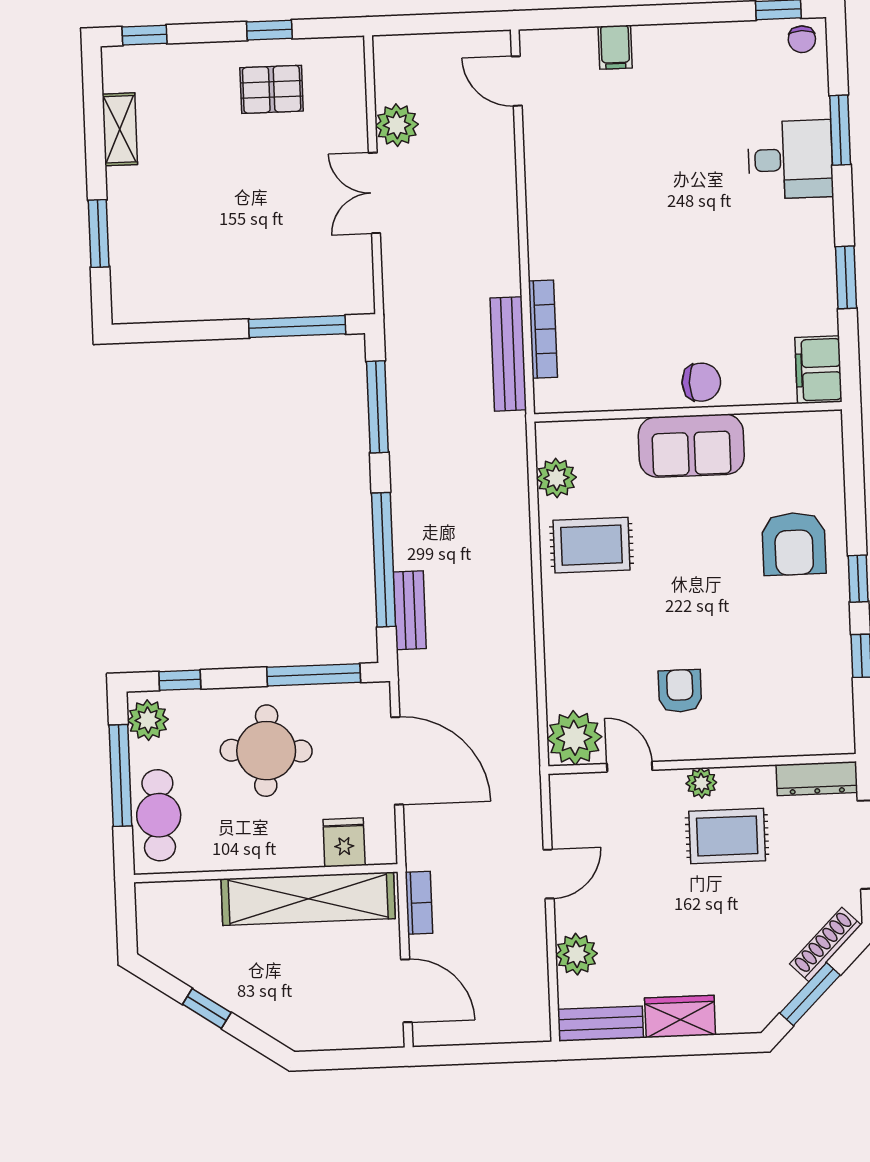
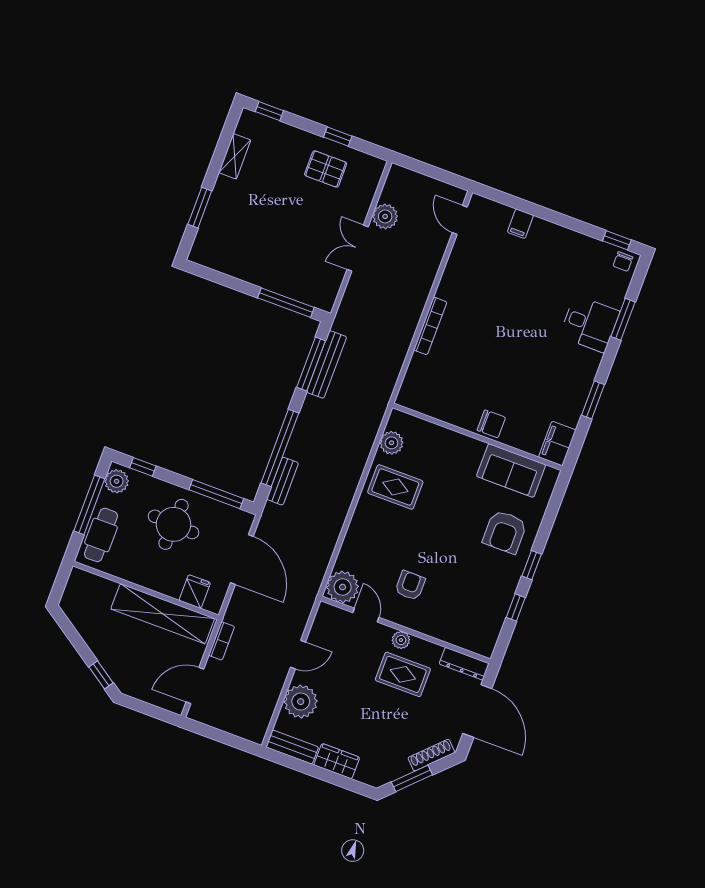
bookcase: (543, 329) -> (430, 326), moved
bench: (508, 354) -> (327, 364), moved
sofa: (691, 446) -> (511, 471), moved
plant: (576, 954) -> (301, 702), width x1.36, depth x1.36
door: (406, 991) -> (195, 686), swing flipped
window: (207, 1008) -> (101, 675), moved

